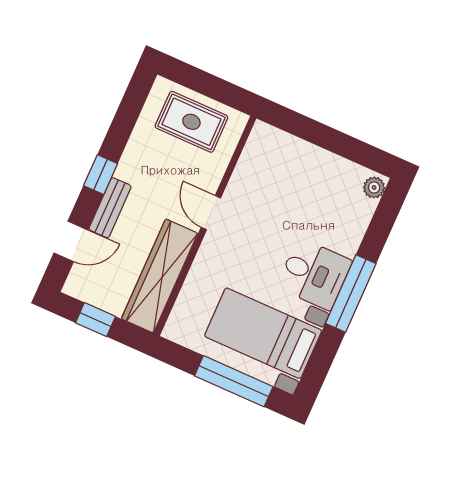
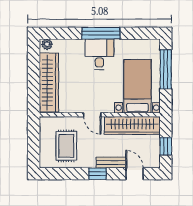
rug: (191, 122) -> (66, 146), moved
wardrobe: (304, 160) -> (49, 82), added
door: (211, 213) -> (92, 115), hinge flipped
bed with nightstands: (263, 333) -> (137, 86), moved, turned 180

